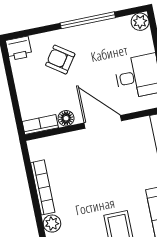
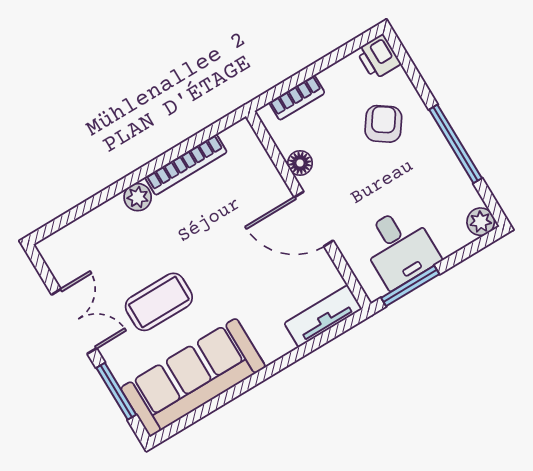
door: (103, 122) -> (314, 219), swing flipped
bookcase: (40, 125) -> (297, 98), moved, turned 90

